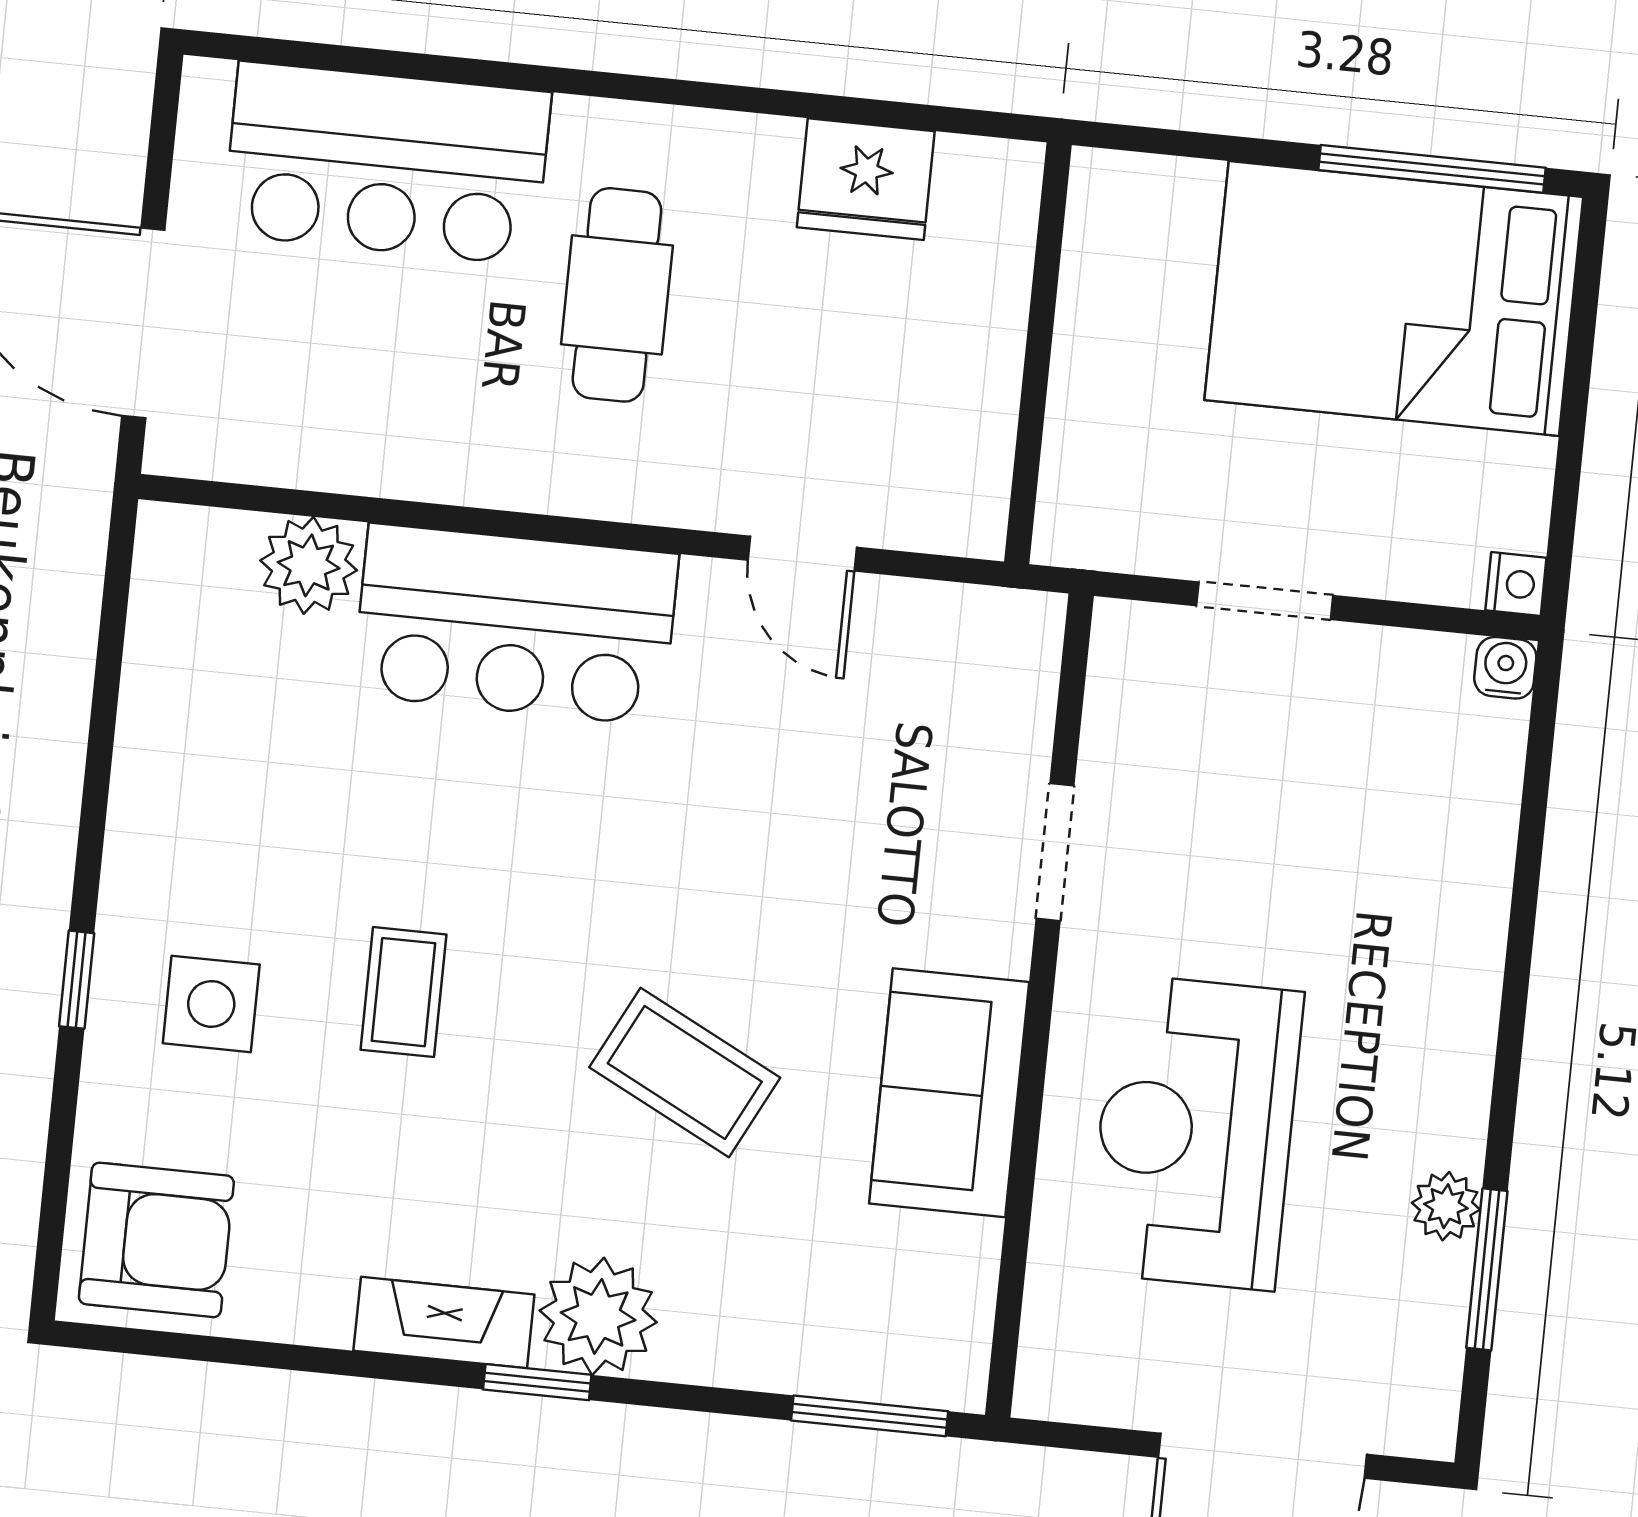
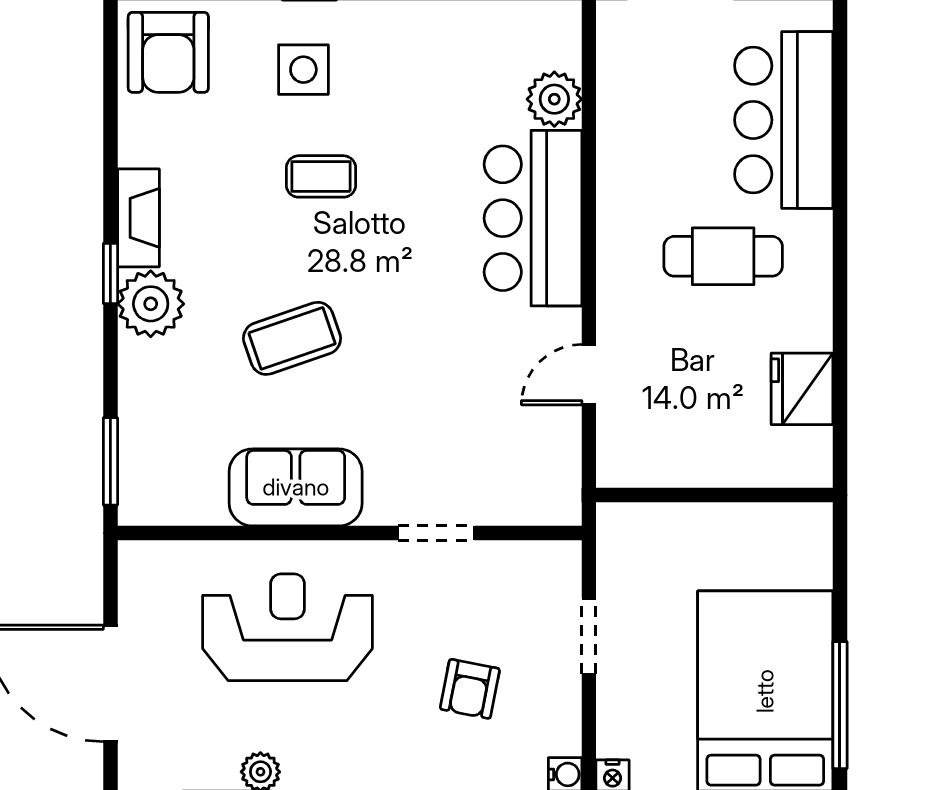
armchair: (1337, 821) -> (470, 689), added
coffee table: (685, 1072) -> (292, 338), turned 44

